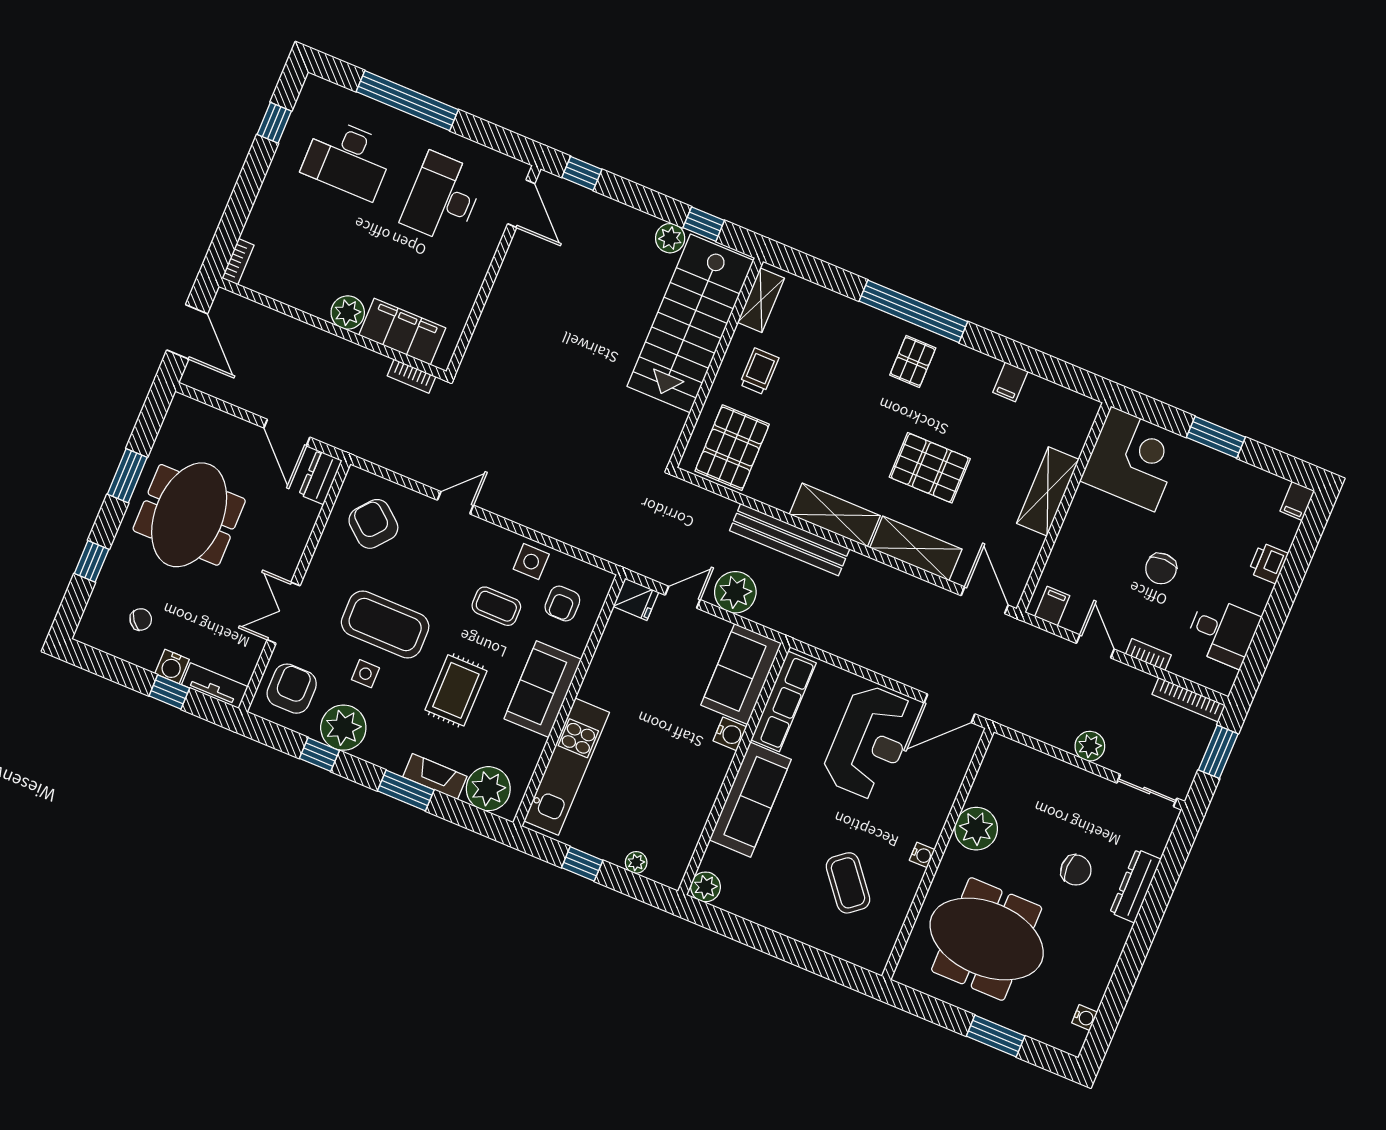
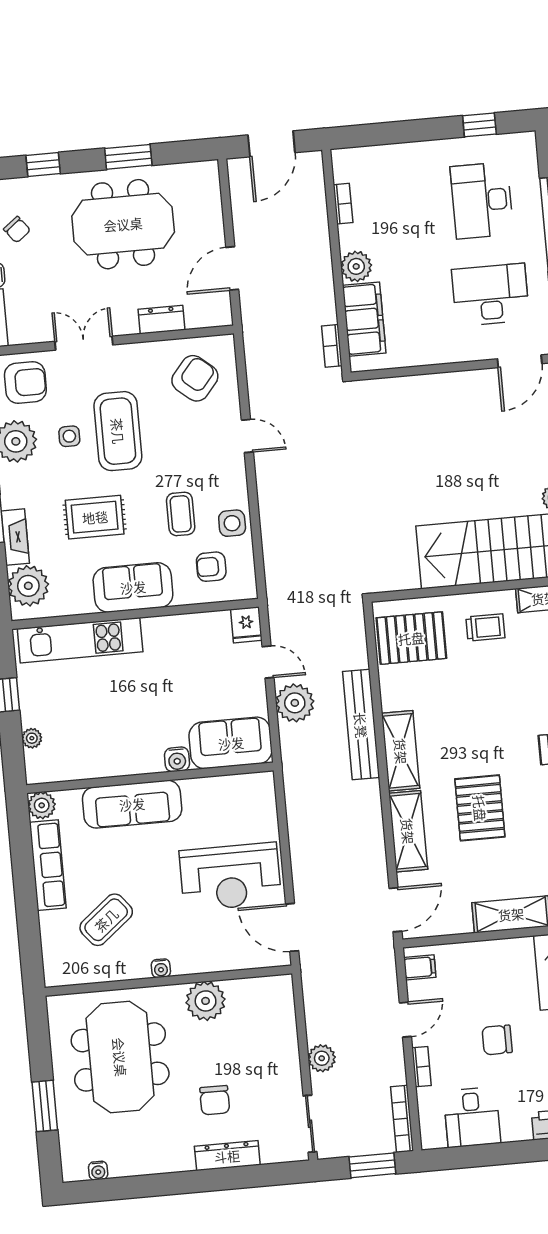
bookcase: (238, 262) -> (343, 204), moved, turned -90
dresser: (320, 477) -> (162, 320), moved
row of seats: (784, 701) -> (48, 865), moved, turned -90

